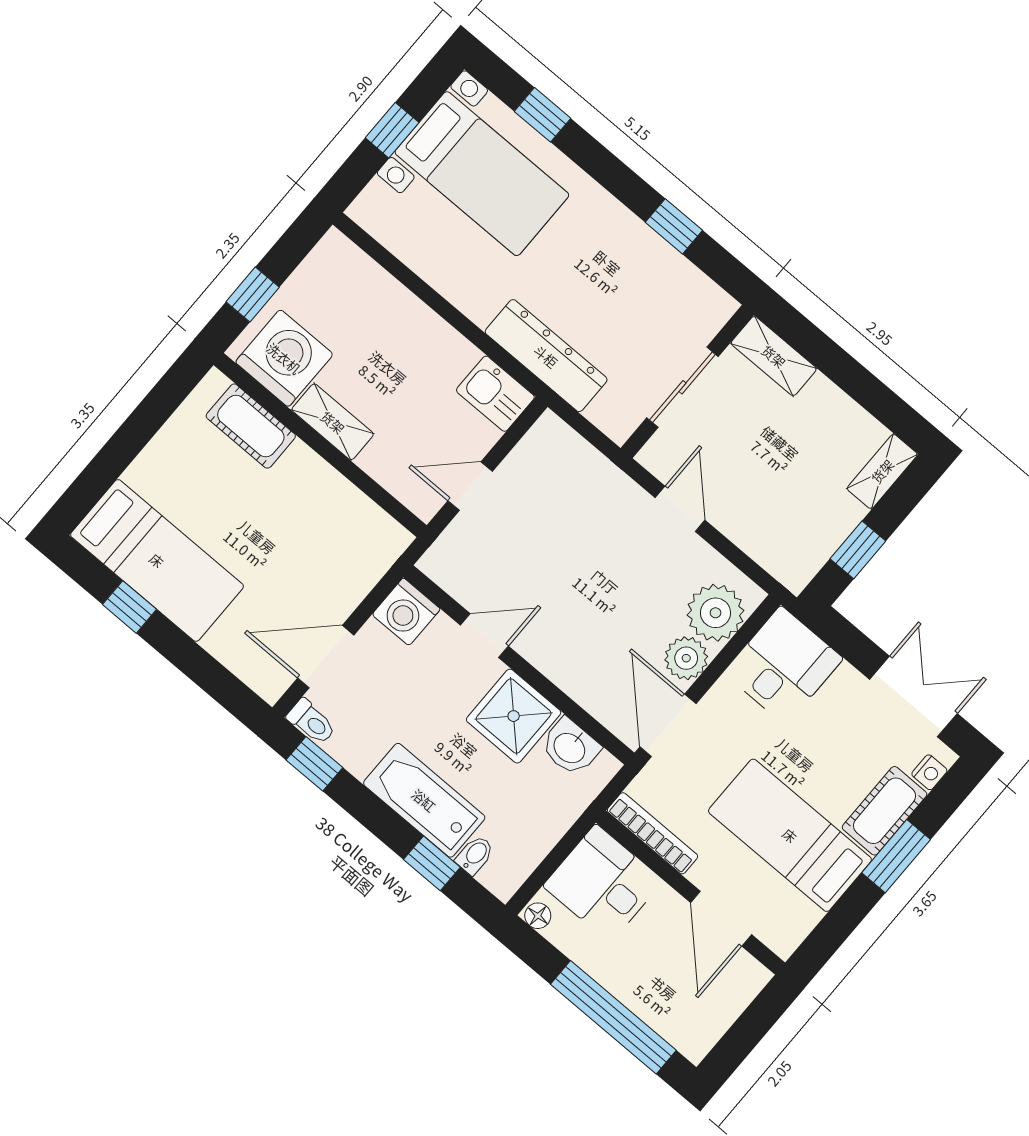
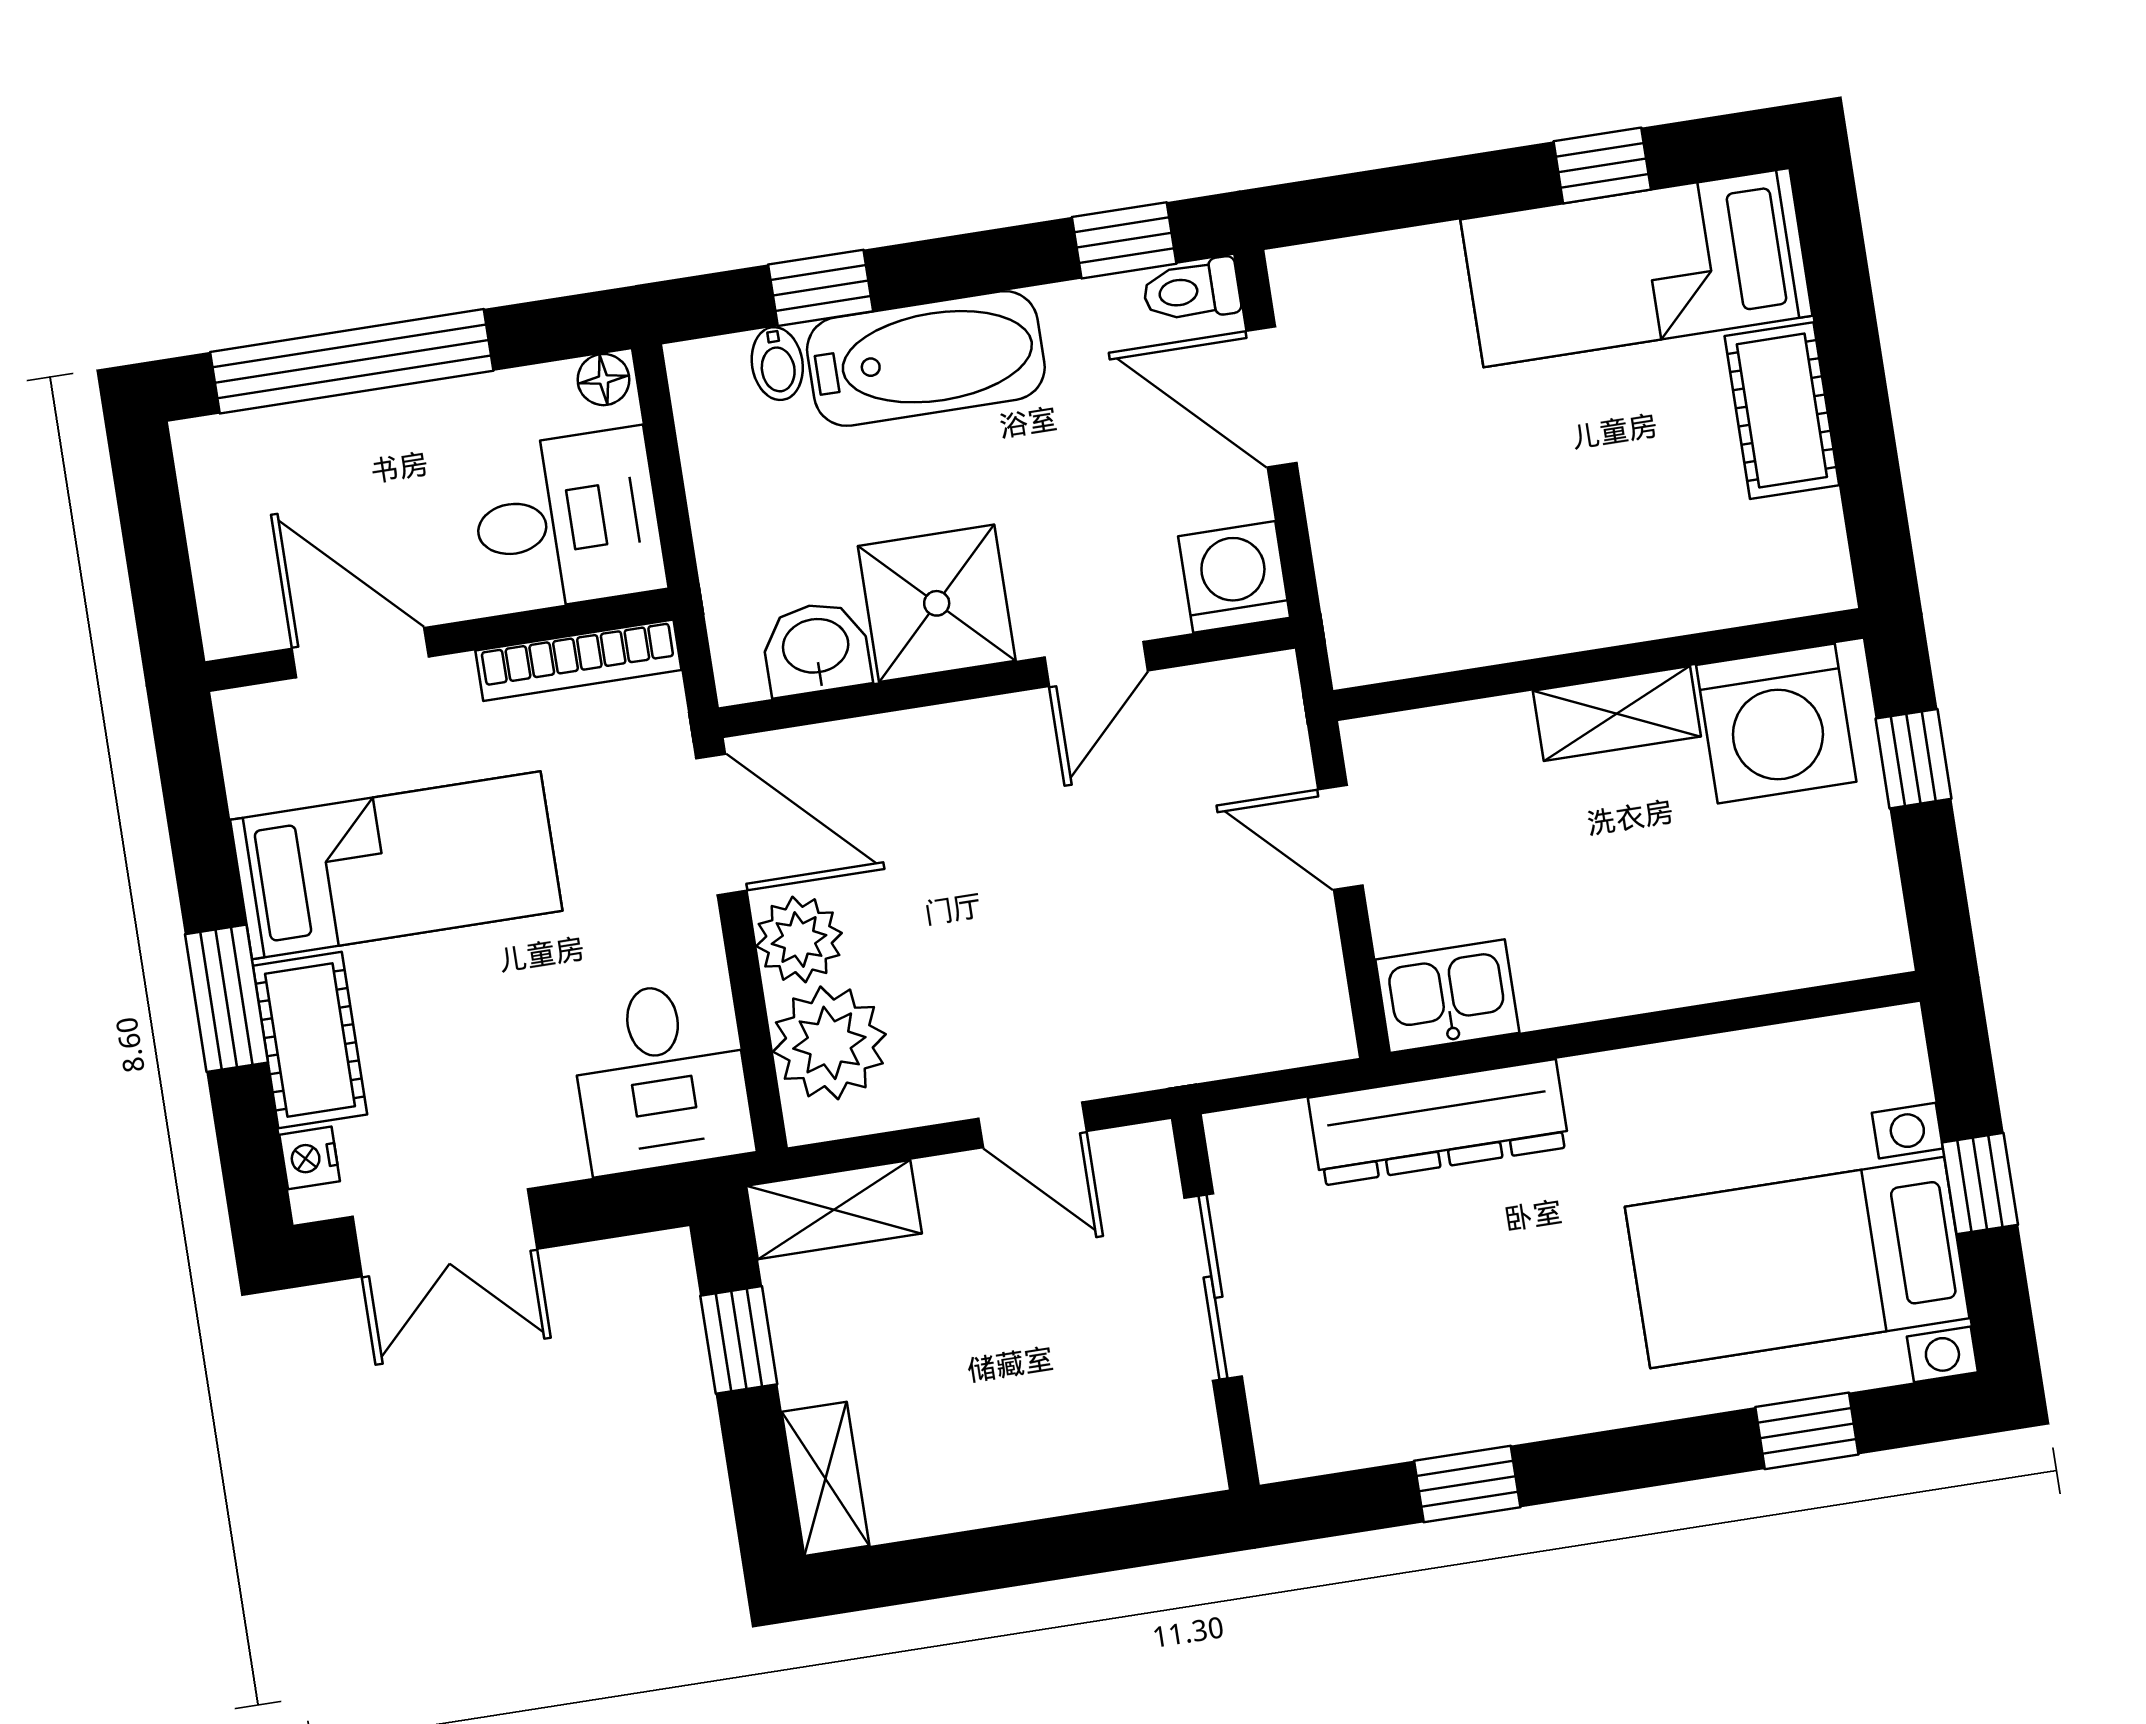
shelving: (774, 356) -> (834, 1210), moved
cot: (251, 426) -> (1782, 411), moved, turned 90
door: (470, 486) -> (1340, 838), swing flipped
door: (326, 657) -> (1271, 397), swing flipped

